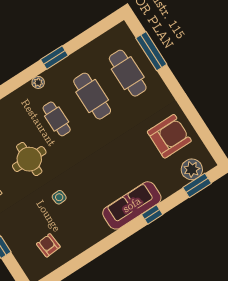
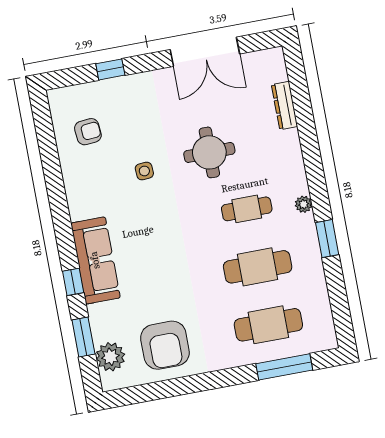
window: (197, 185) -> (83, 337), moved

